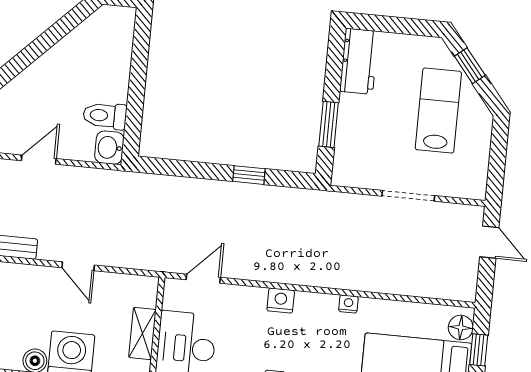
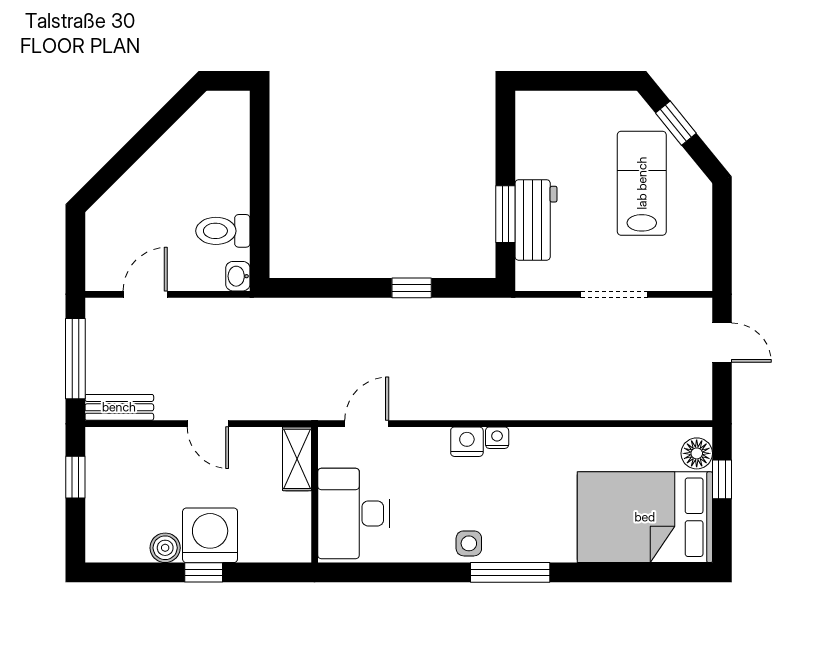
workbench: (359, 61) -> (536, 220), moved
washbasin: (109, 148) -> (238, 276), width x0.72, depth x0.69
nightstand: (348, 304) -> (497, 438), moved
shelving: (142, 334) -> (297, 459), moved

